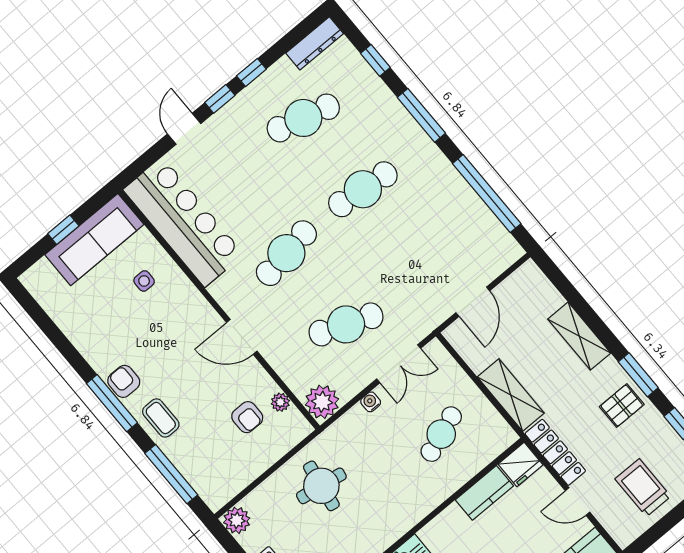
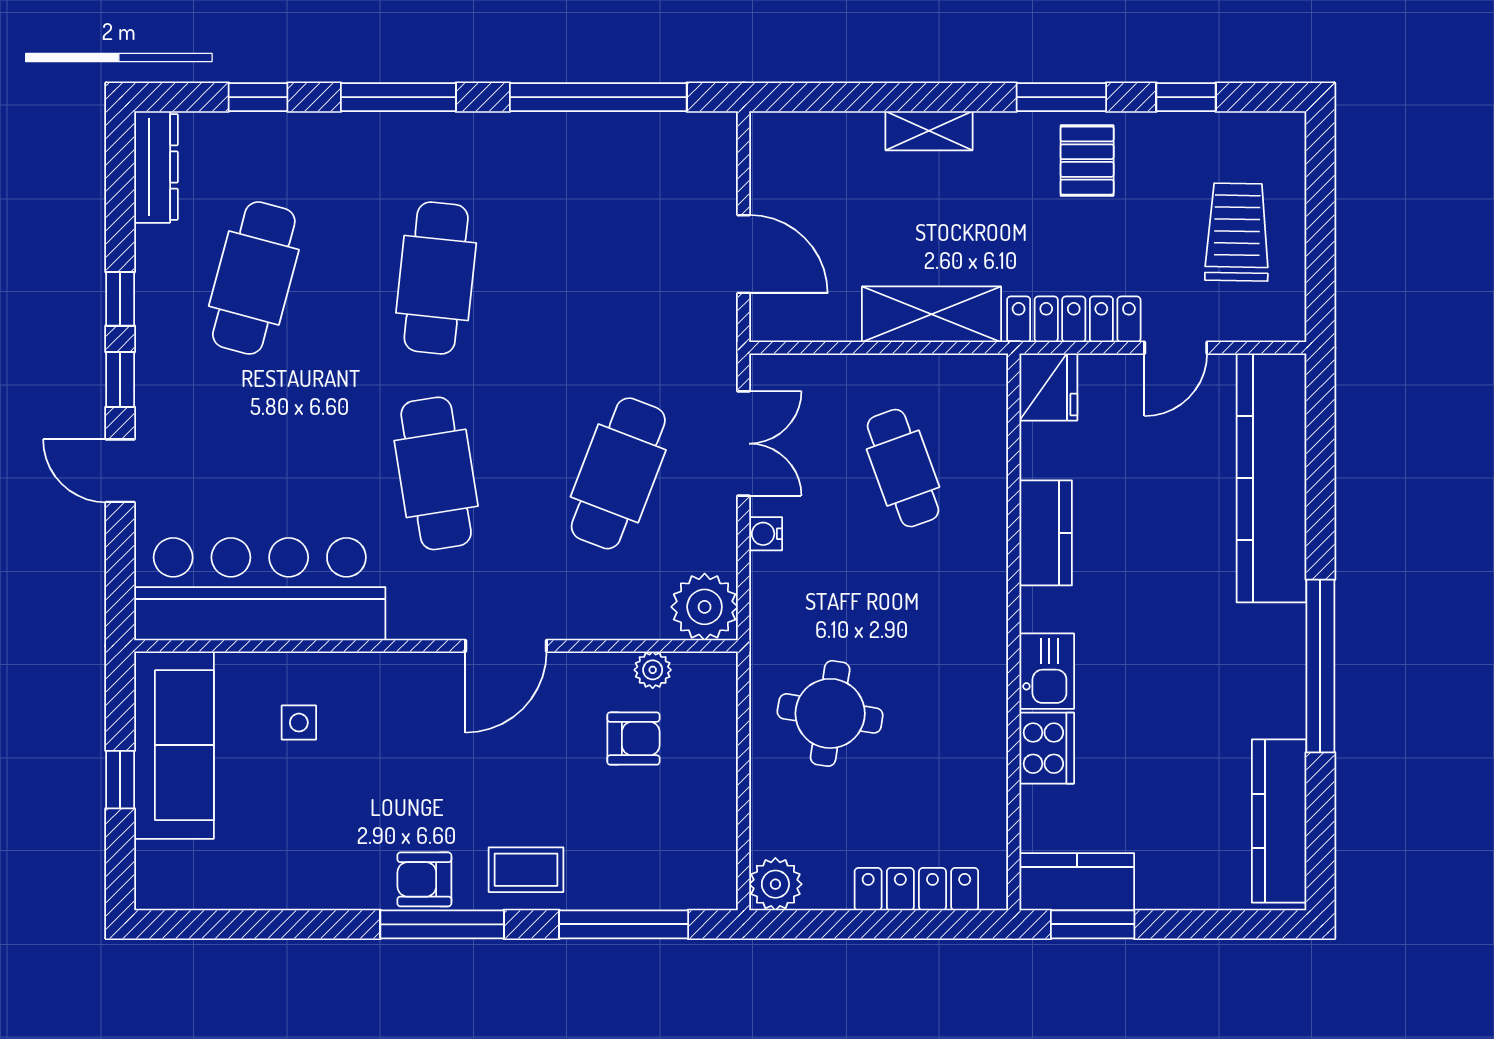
shelving: (579, 336) -> (929, 131), width x0.67, depth x0.75
trolley: (643, 488) -> (1237, 232), turned 91
kitchen counter: (484, 493) -> (1046, 533), moved

